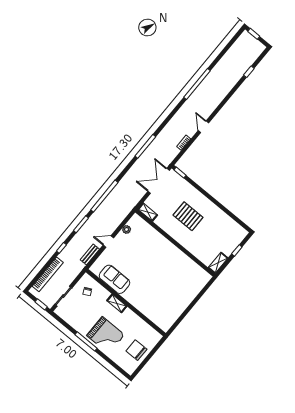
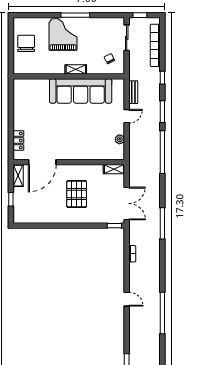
door: (203, 127) -> (127, 299), moved
pallet: (188, 216) -> (77, 194), turned 90
door: (194, 258) -> (42, 162), added
sofa: (114, 279) -> (81, 91), width x1.85, depth x1.27
locker: (198, 287) -> (18, 141), added
grand piano: (106, 335) -> (63, 34), turned 90
chair: (136, 350) -> (26, 43), turned -90

